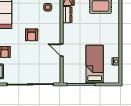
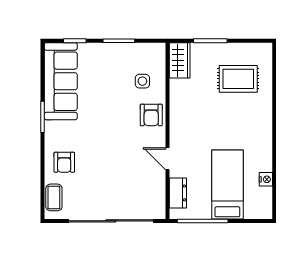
dresser: (67, 15) -> (178, 193), moved
armchair: (32, 35) -> (151, 115), moved

